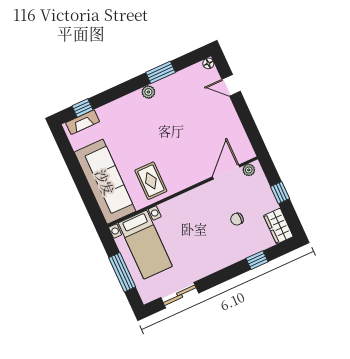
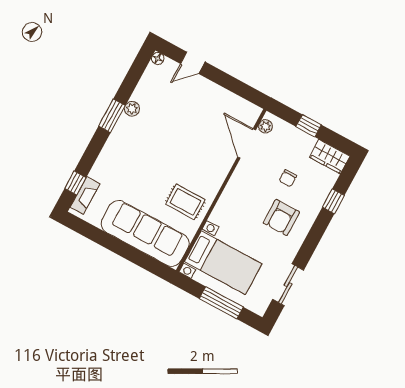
window: (161, 72) -> (112, 116), moved
plant: (148, 92) -> (132, 109), moved
armchair: (211, 244) -> (281, 217), added

